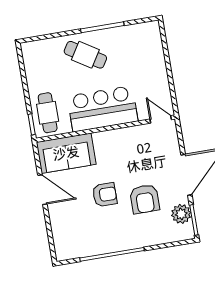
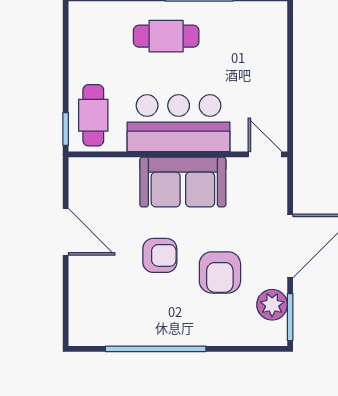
cafe table: (85, 55) -> (166, 36), turned -32
sofa: (66, 153) -> (183, 182), moved

